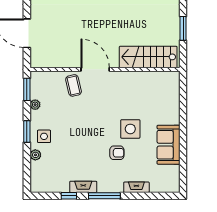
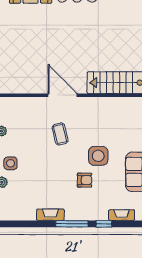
coffee table: (74, 85) -> (60, 134), moved
fireplace: (136, 187) -> (122, 215), moved
window: (69, 196) -> (104, 224), moved

